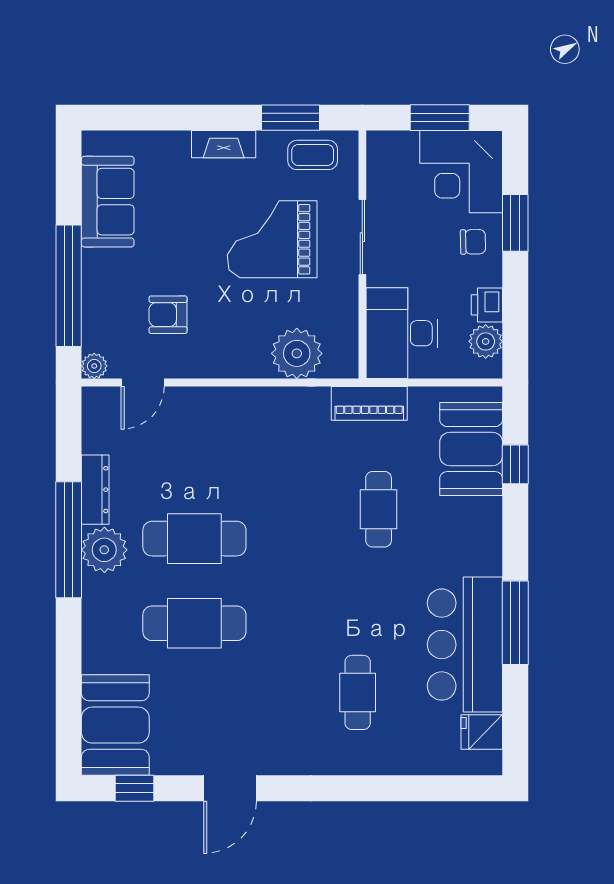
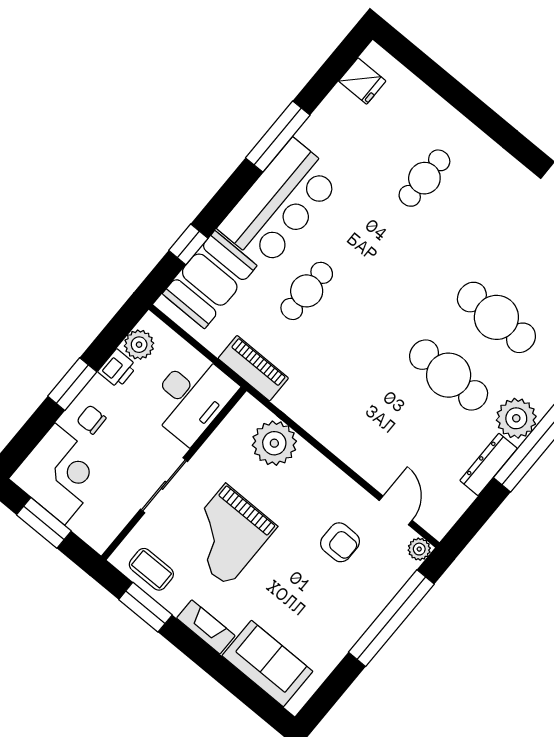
sofa: (108, 202) -> (267, 663), moved, turned 90
window: (515, 223) -> (72, 384), moved
grand piano: (272, 239) -> (227, 535), turned 90
door: (143, 383) -> (396, 510), hinge flipped
bar counter: (465, 645) -> (280, 204), moved

